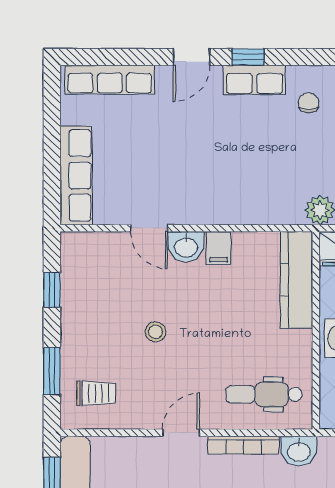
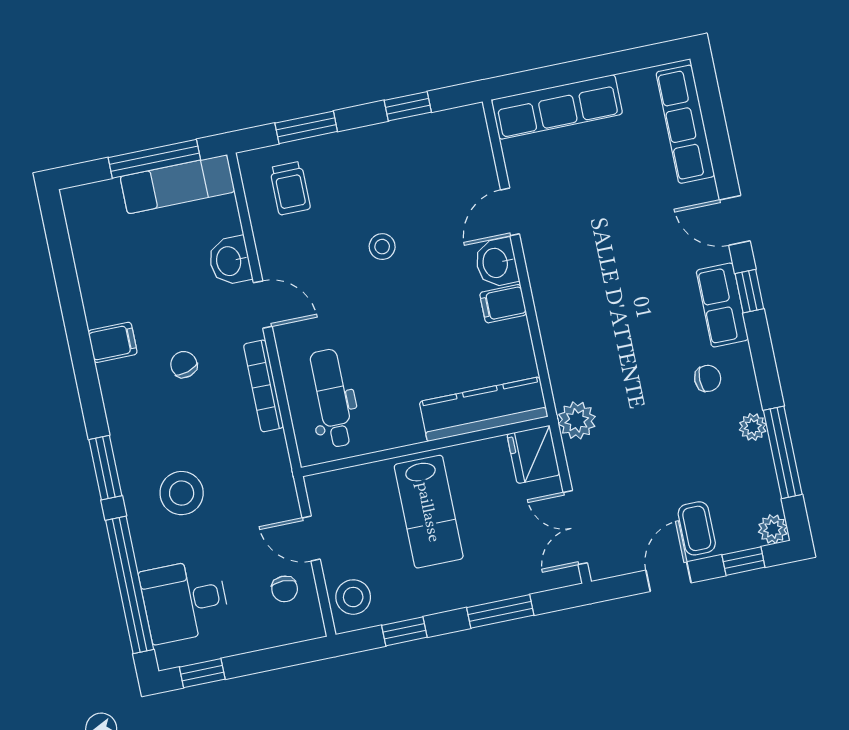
washbasin: (299, 451) -> (230, 261), moved

